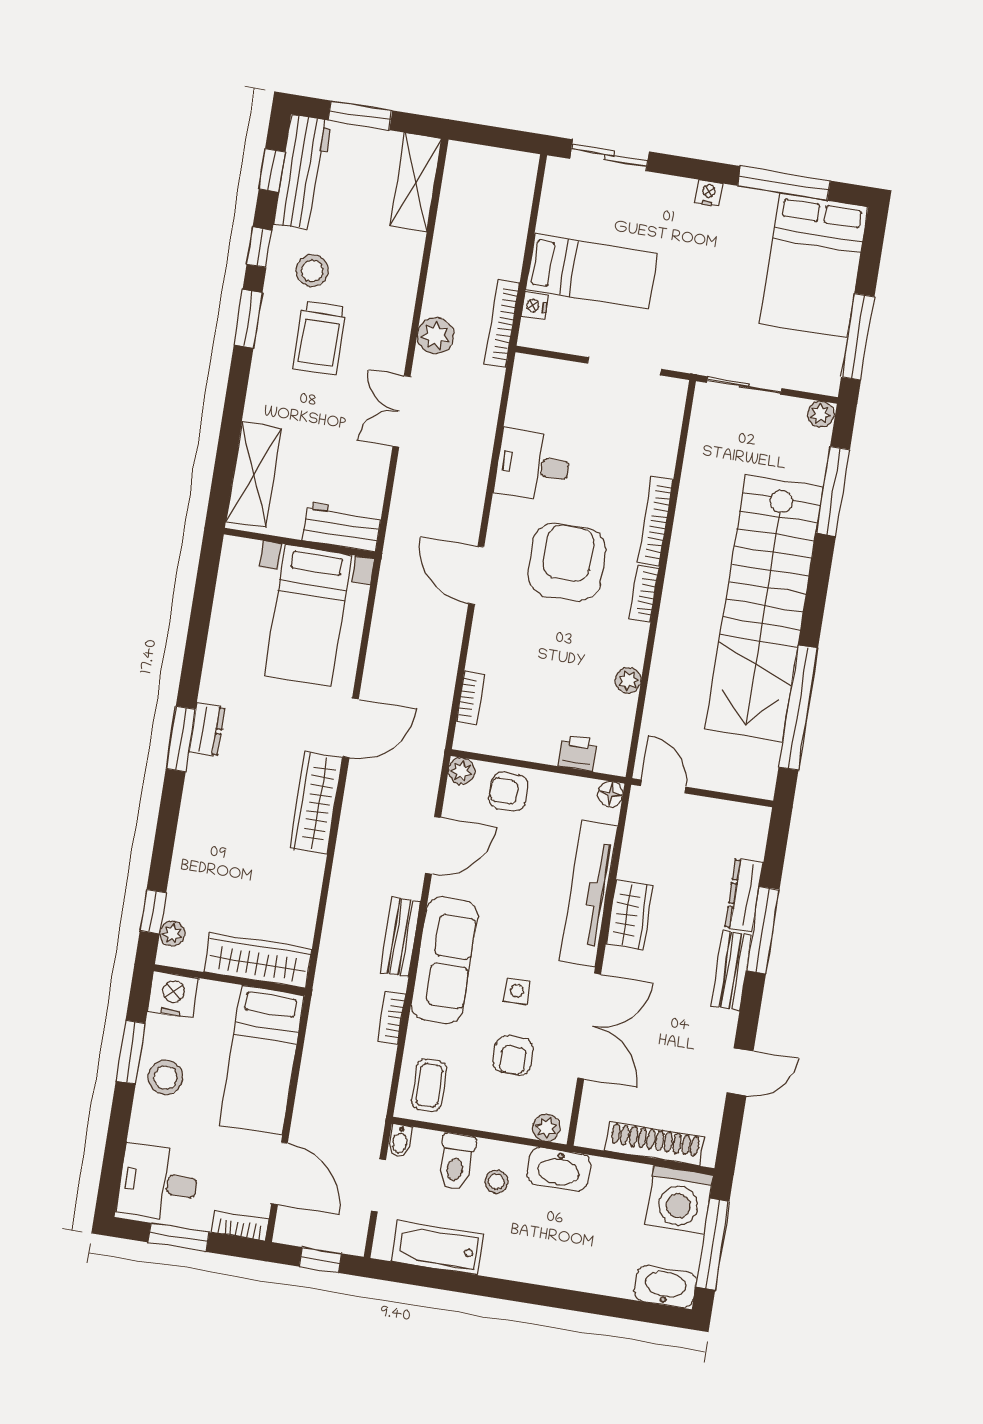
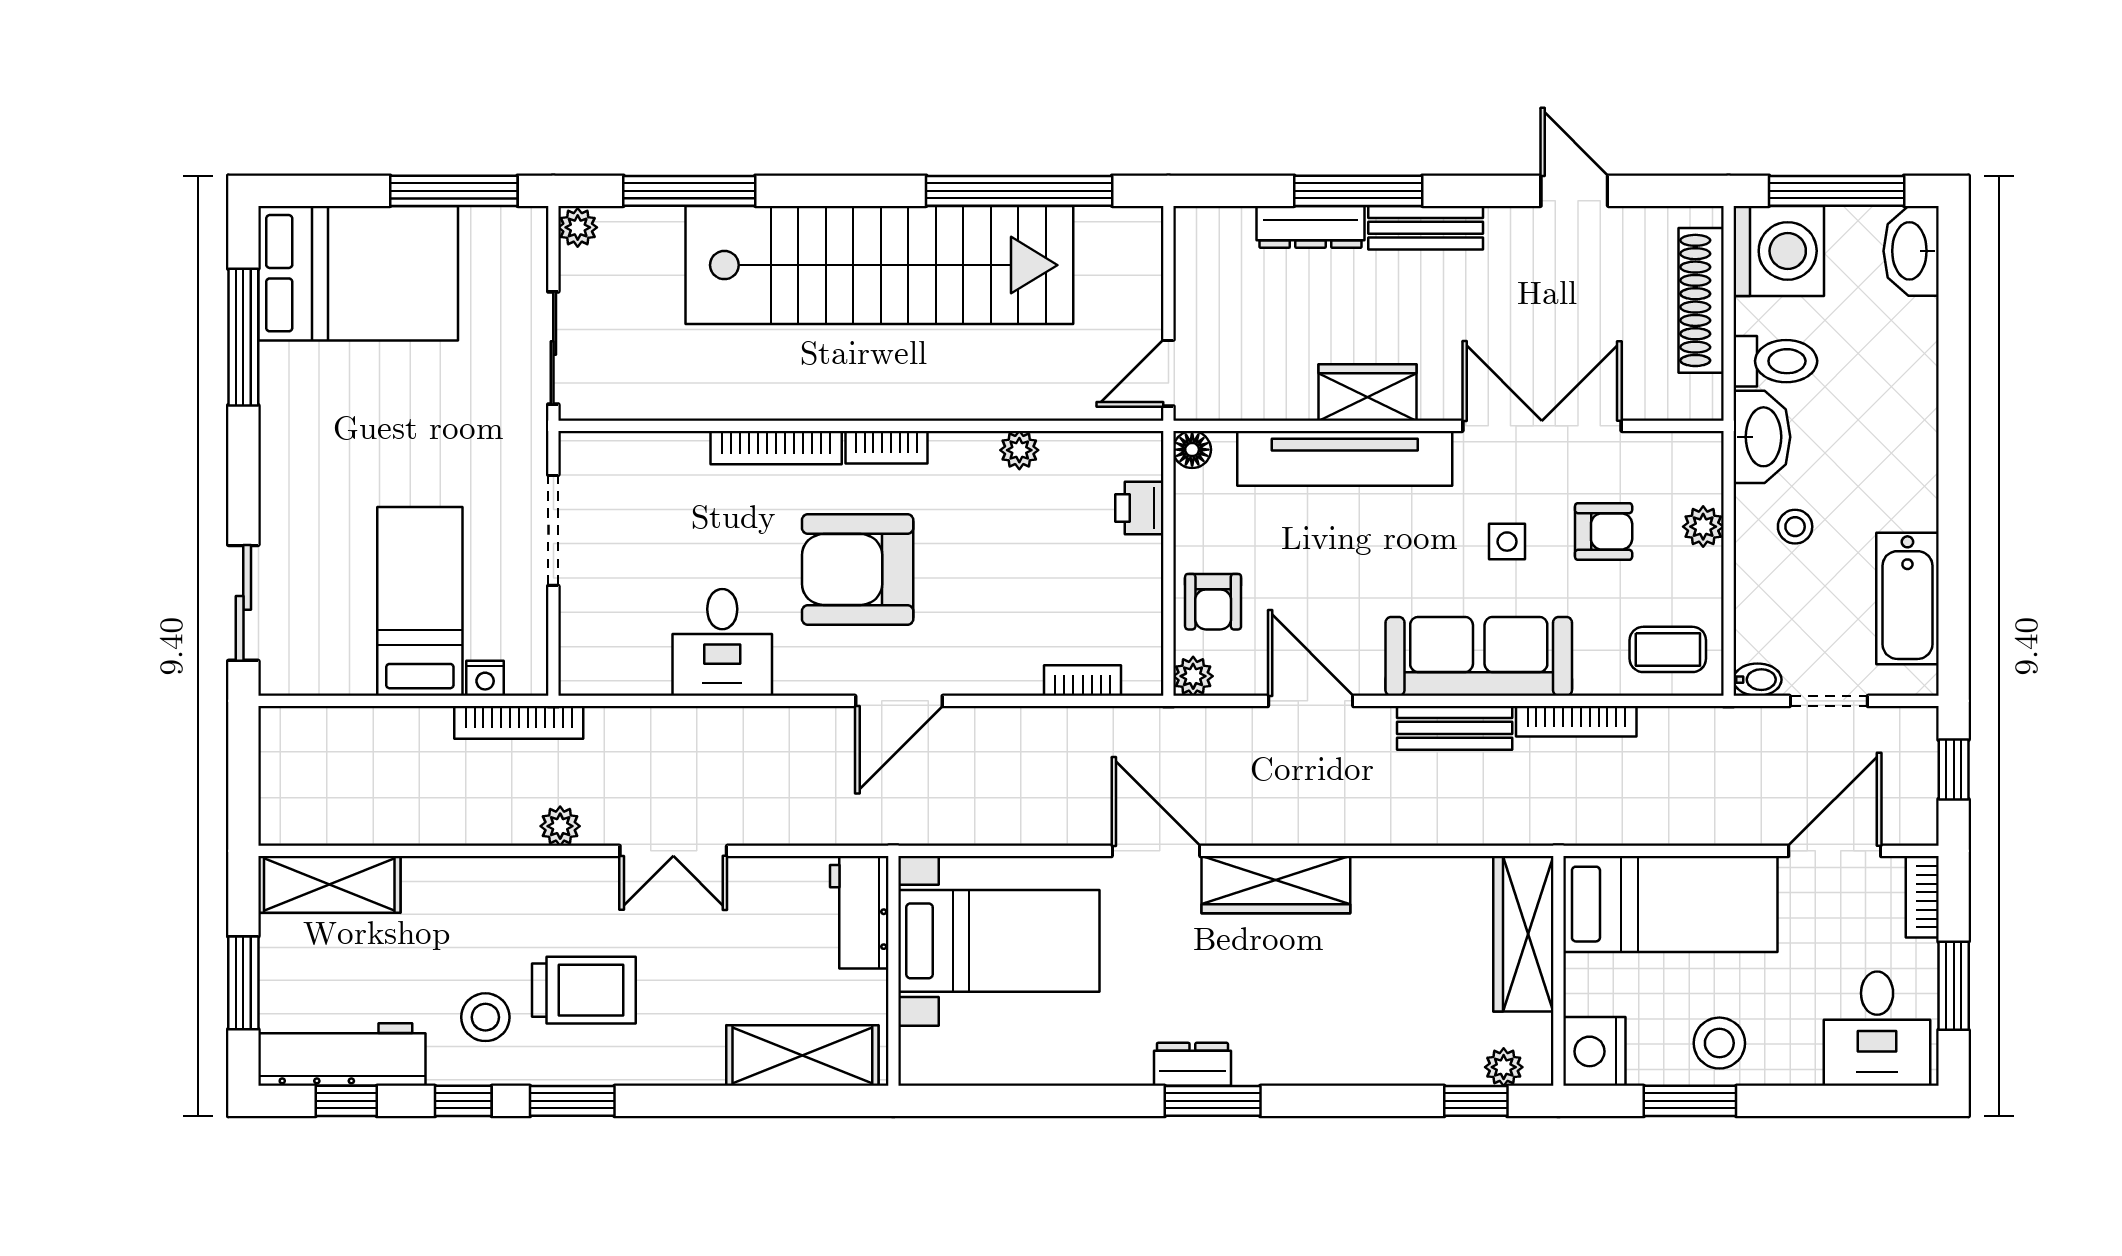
nightstand: (709, 193) -> (276, 446), removed
plant: (435, 336) -> (560, 826), width x0.73, depth x0.73
bookcase: (392, 1018) -> (1576, 721), width x1.56
plant: (546, 1128) -> (1703, 527), moved
toilet: (456, 1162) -> (1775, 361), moved

